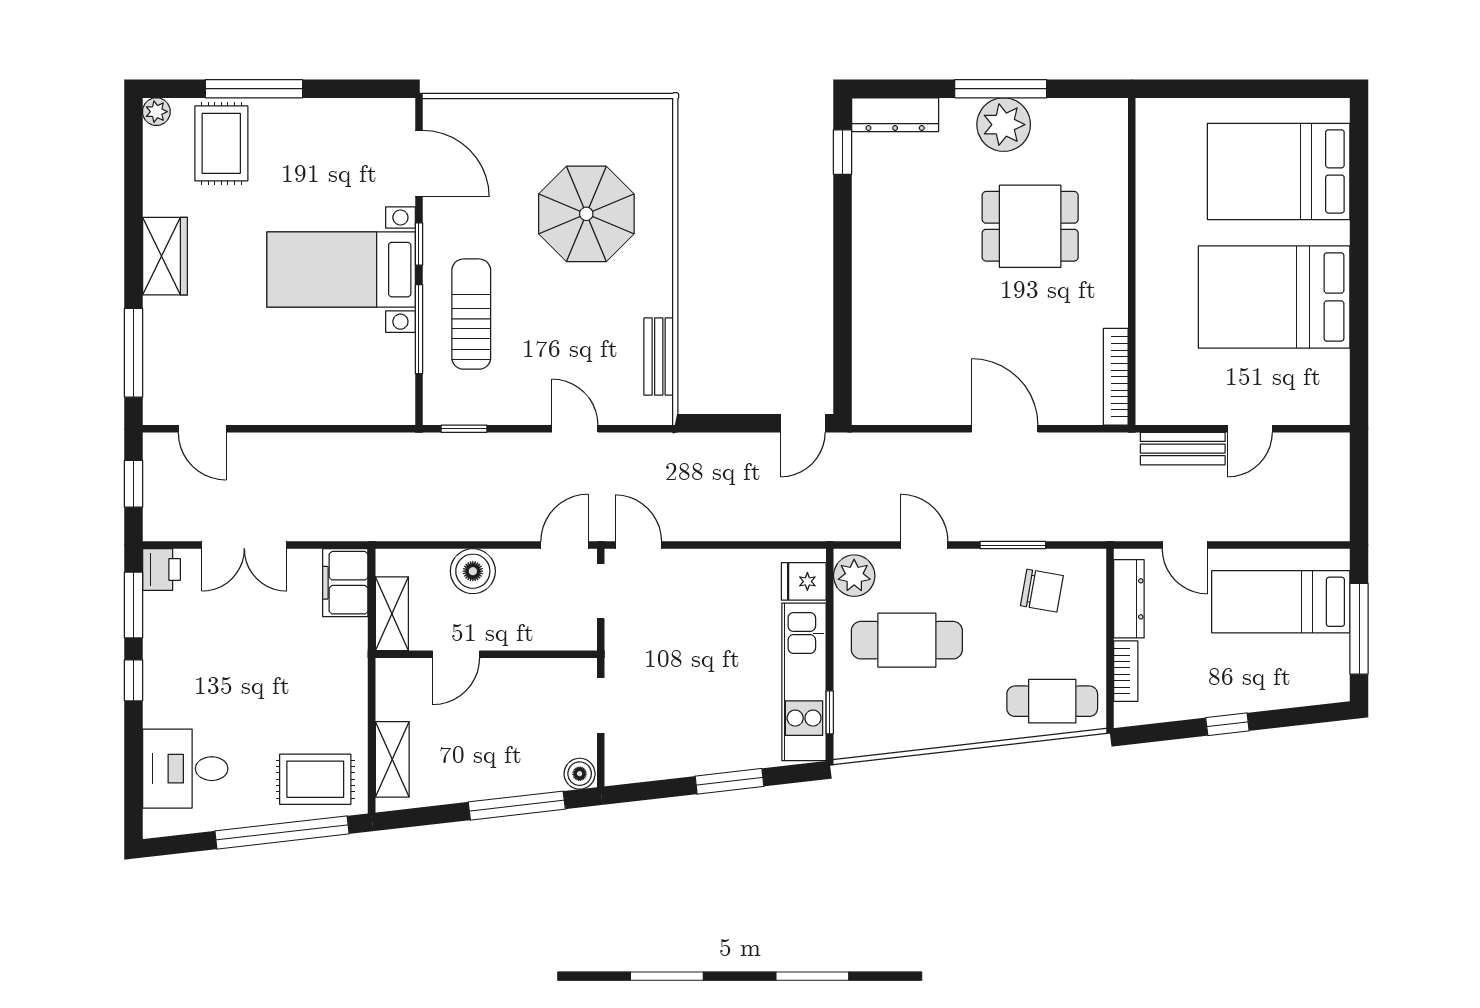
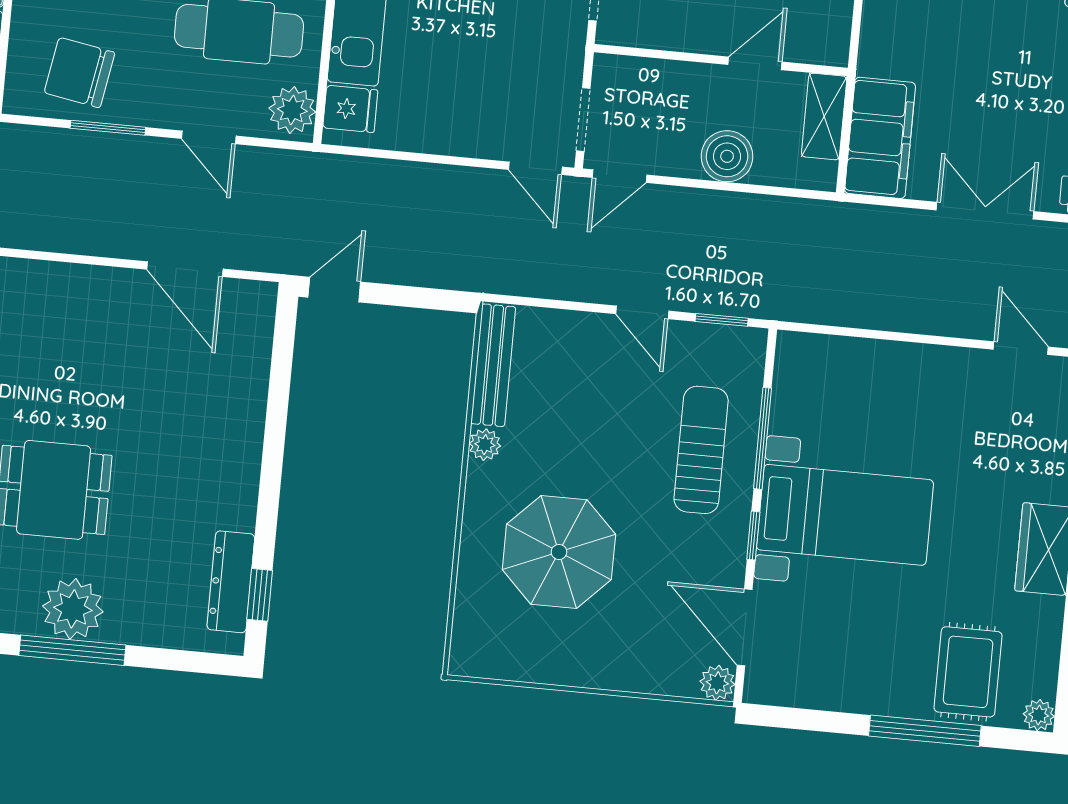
plant: (438, 113) -> (717, 683), added
dresser: (895, 115) -> (231, 582), moved, turned -90
plant: (659, 301) -> (485, 445), added
sun lounger: (471, 314) -> (701, 450), turned 180
bench: (659, 357) -> (493, 365), width x1.36
door: (575, 429) -> (642, 312), moved
door: (1005, 429) -> (185, 269), moved
filing cabinet: (345, 583) -> (880, 138), width x1.50, depth x1.17
chair: (1042, 591) -> (79, 73), width x1.37, depth x1.37

